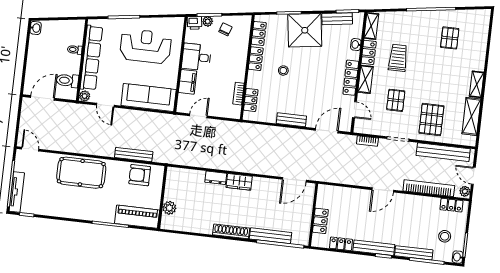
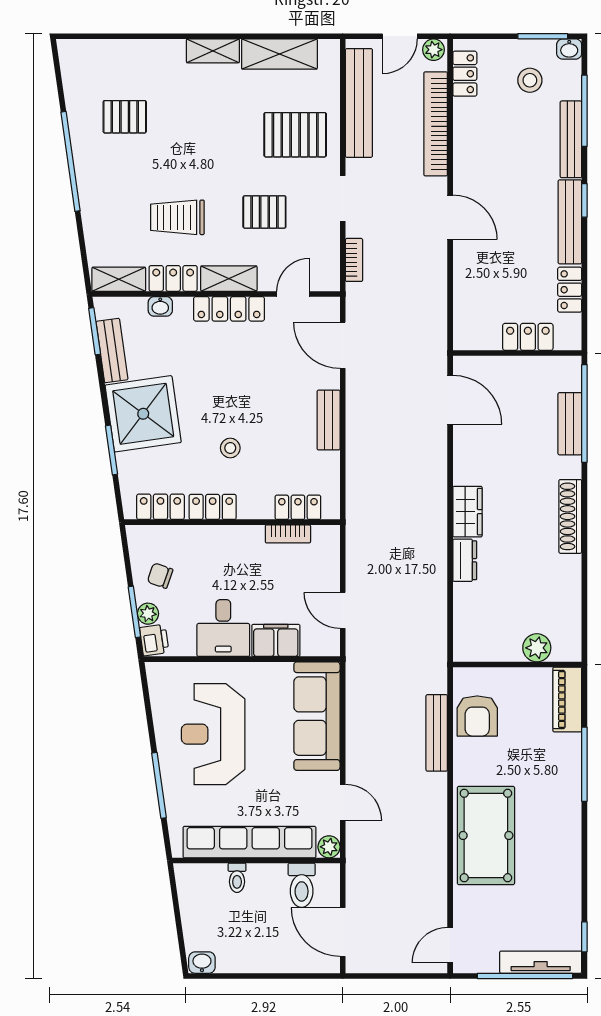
door: (105, 105) -> (343, 802), hinge flipped
piano: (137, 217) -> (567, 700), width x0.73, depth x0.75
bench: (271, 236) -> (570, 424), width x0.73

